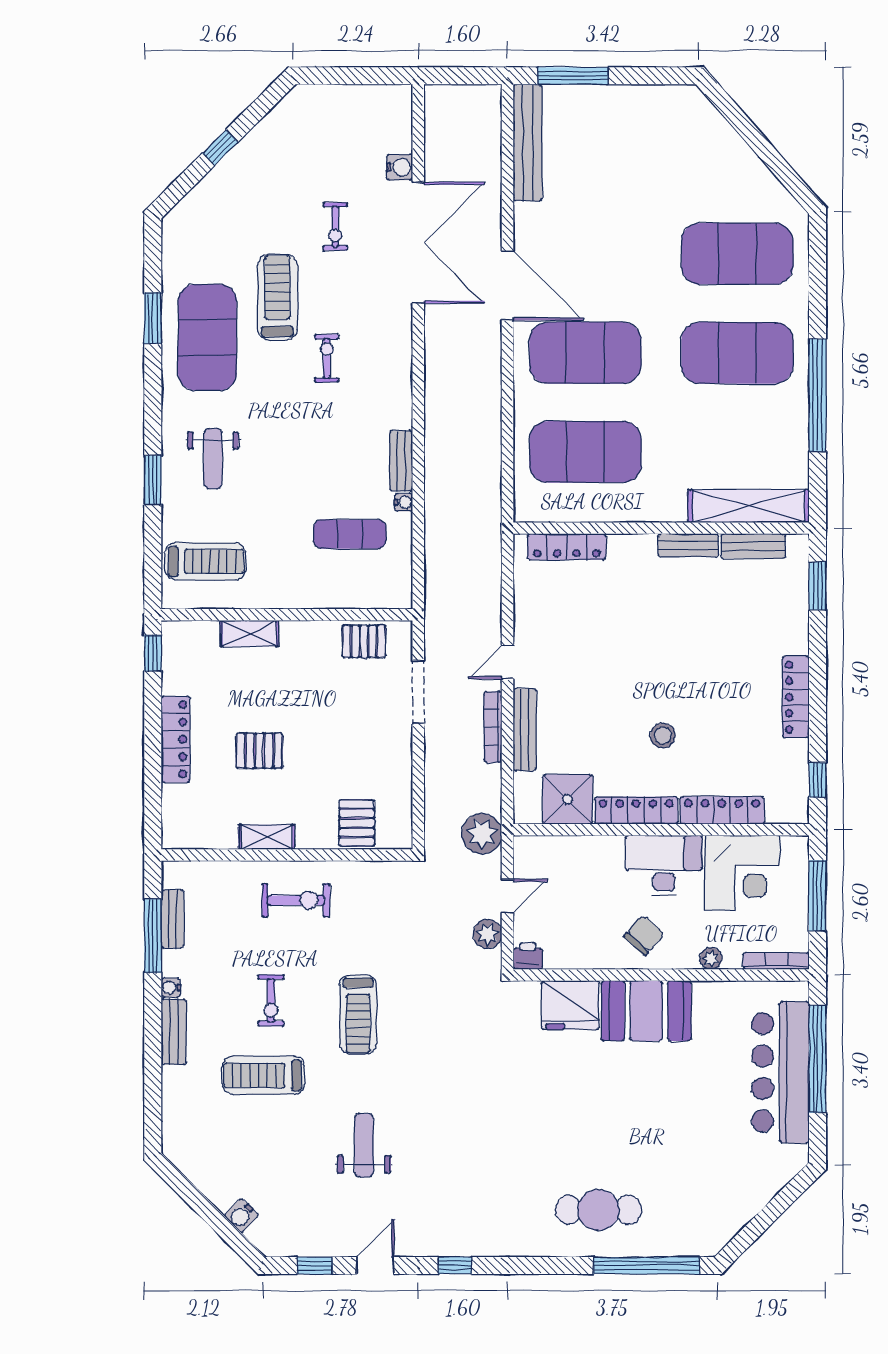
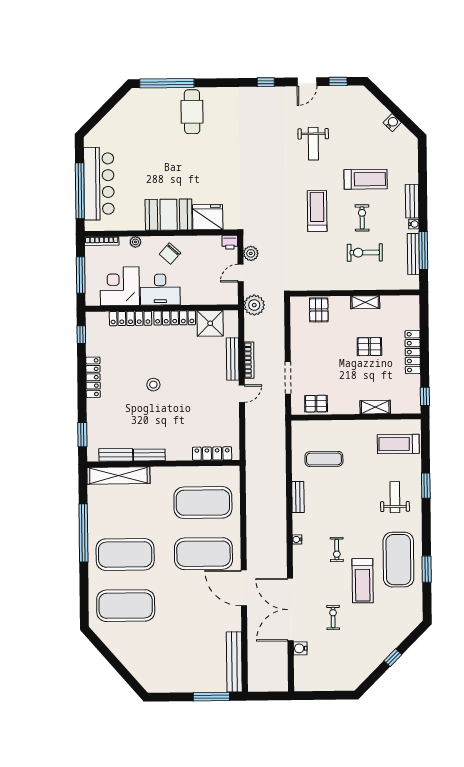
water cooler: (404, 502) -> (297, 539), moved
stool: (663, 735) -> (153, 385), moved
exercise bike: (296, 900) -> (365, 253), moved
bench: (172, 919) -> (413, 254), width x1.36
cafe table: (598, 1210) -> (192, 112), turned 90
water cooler: (241, 1215) -> (392, 123), moved

